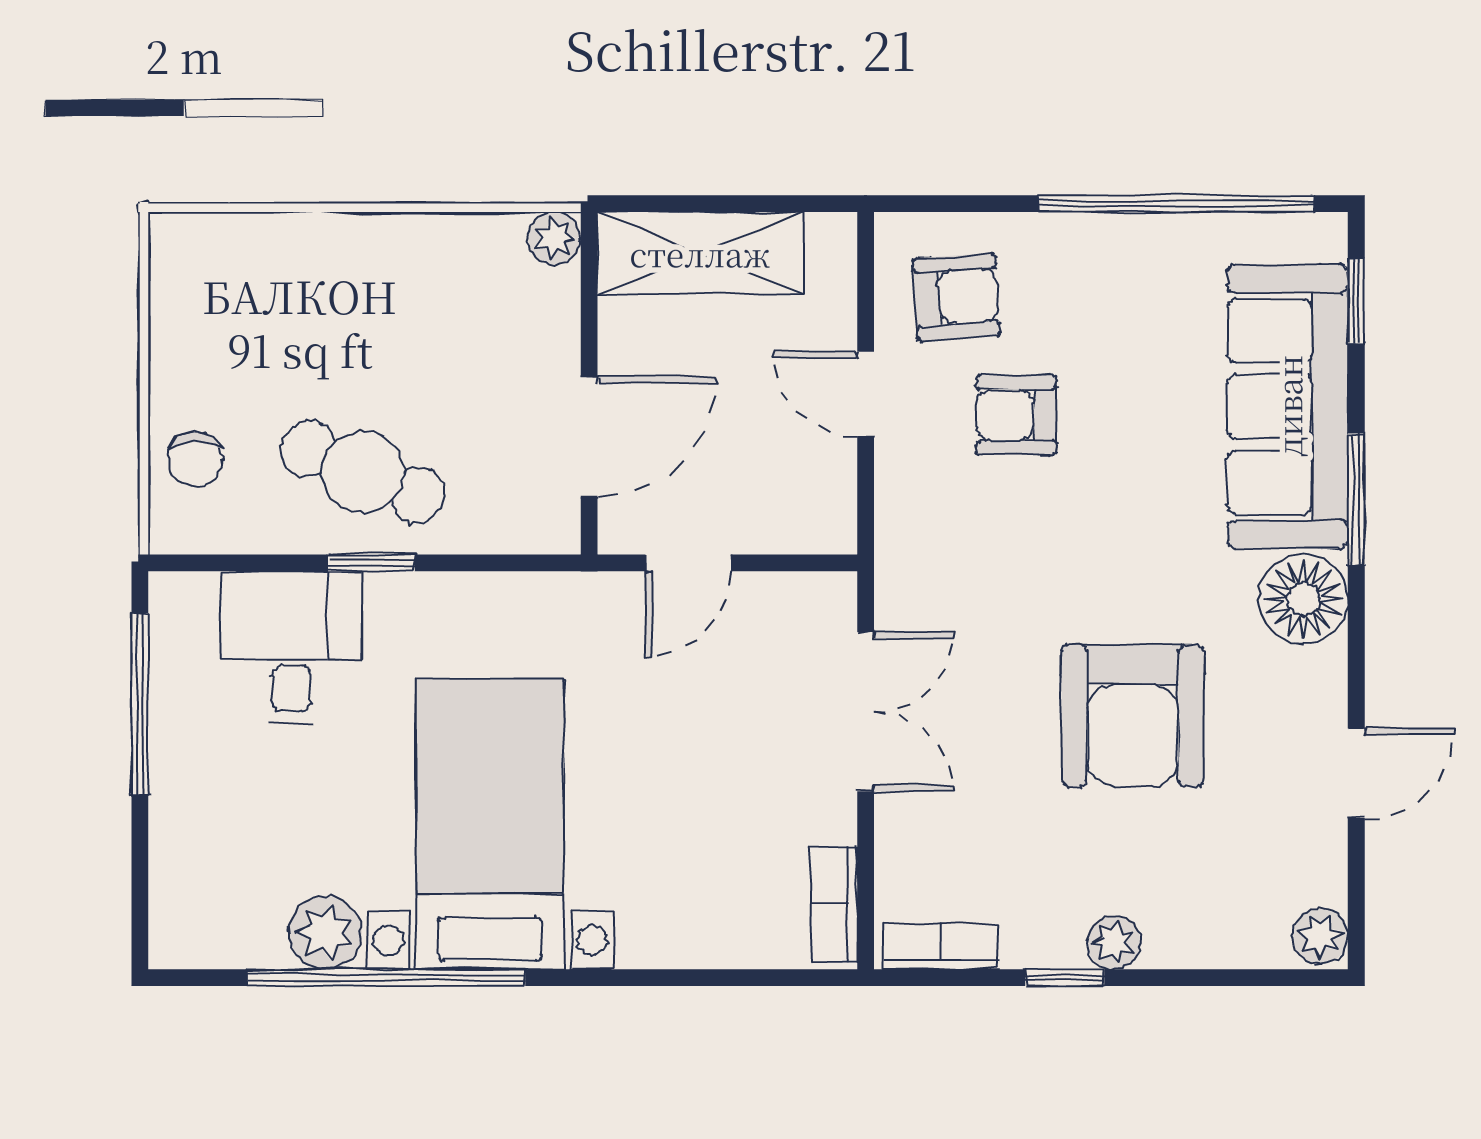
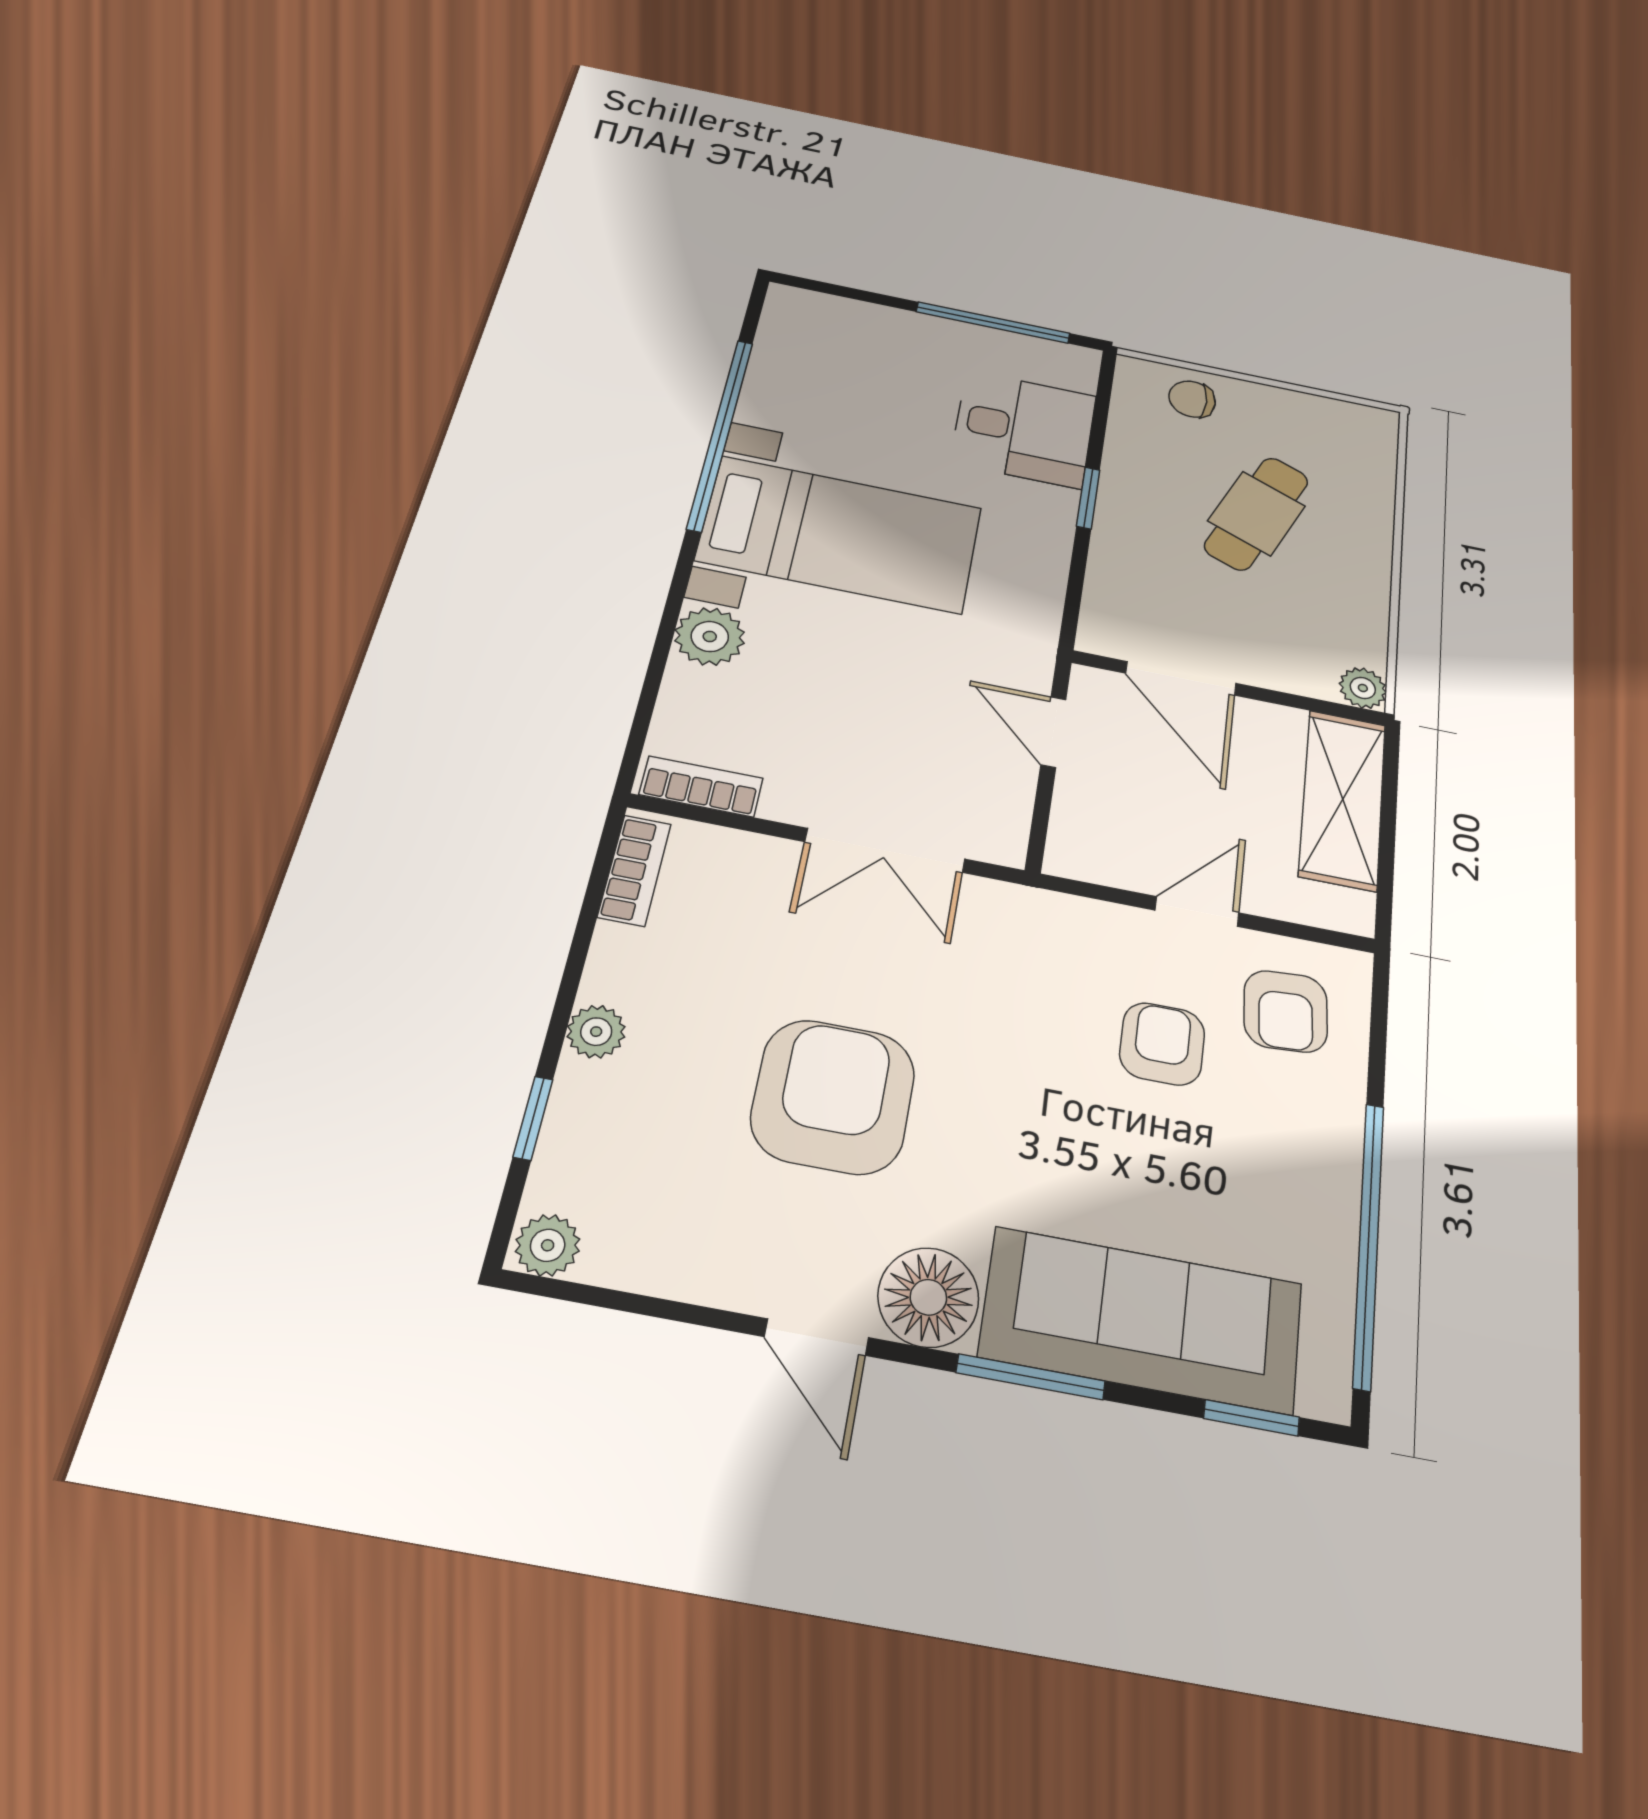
cafe table: (363, 472) -> (1257, 513), moved
armchair: (1133, 716) -> (833, 1096), turned 90
door: (1356, 773) -> (816, 1337), moved
plant: (325, 933) -> (710, 636), moved
window: (1065, 978) -> (533, 1118), moved

